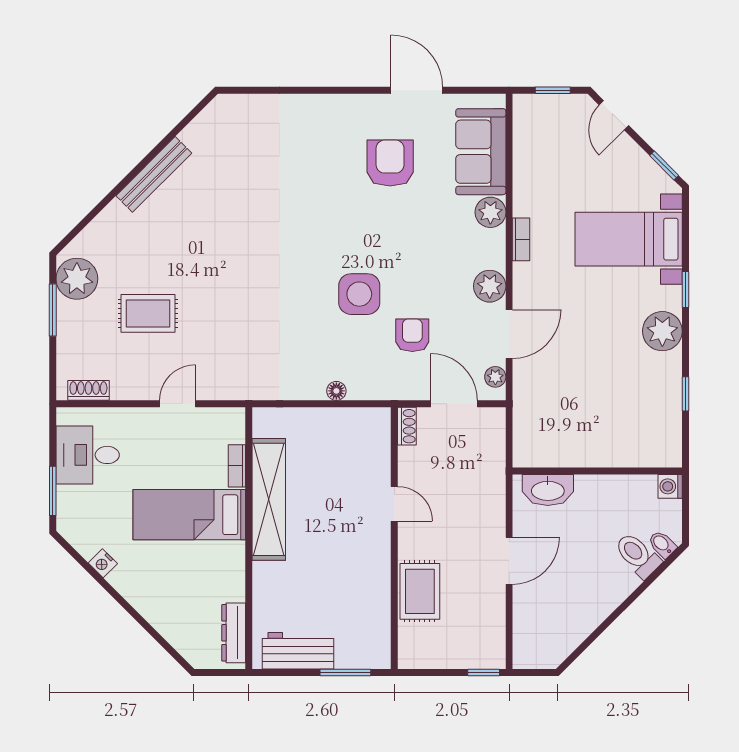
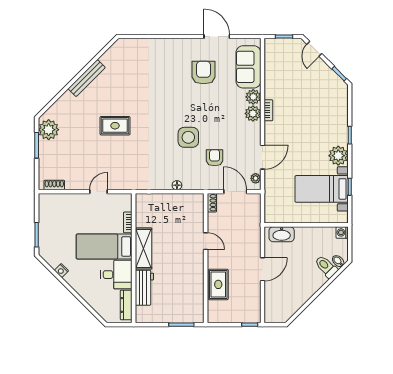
bed with nightstands: (629, 239) -> (322, 189), moved
plant: (490, 286) -> (253, 113), moved
rug: (148, 313) -> (115, 126), moved
desk: (88, 455) -> (116, 275), moved, turned 180
shelving: (269, 499) -> (144, 249), width x0.68
workbench: (298, 651) -> (144, 288), moved, turned 90

